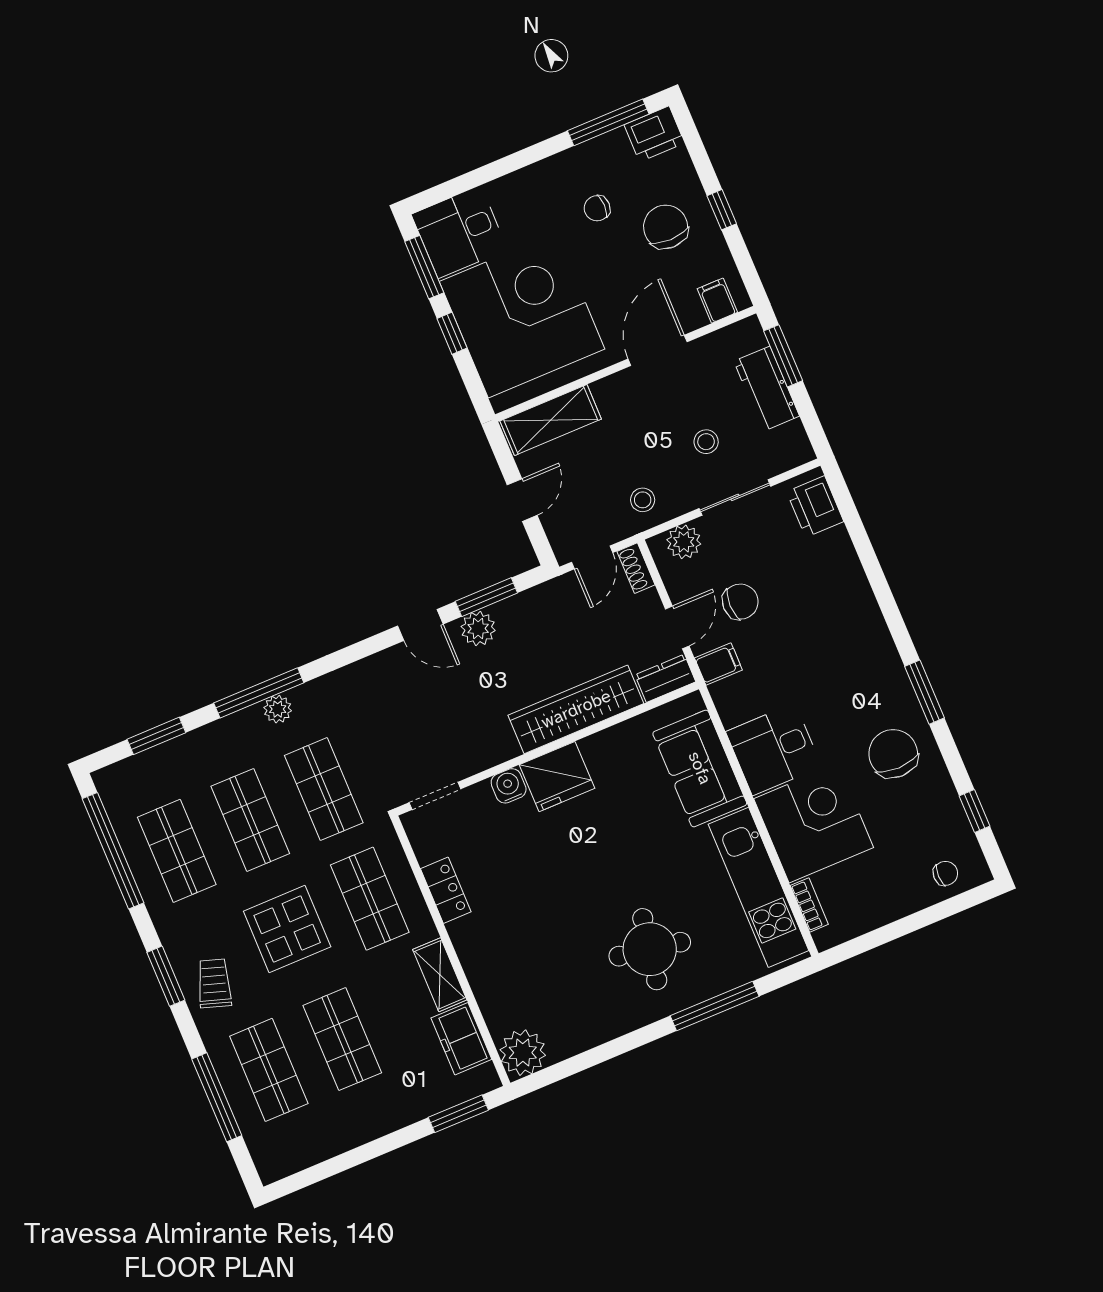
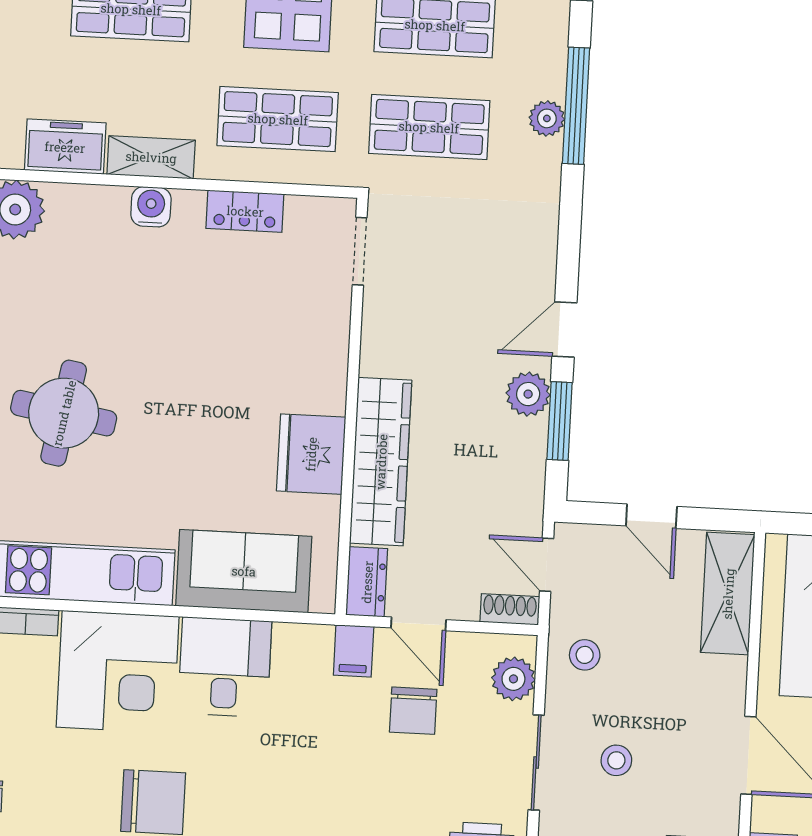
fridge: (557, 777) -> (311, 454), moved
water cooler: (509, 786) -> (151, 207), moved, turned -90

